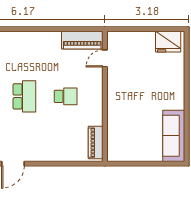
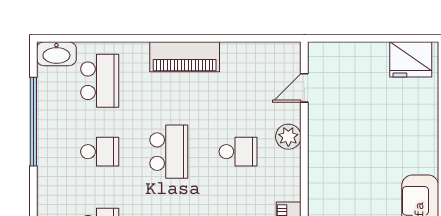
piano: (82, 40) -> (185, 57), moved
plant: (95, 87) -> (288, 137), added

